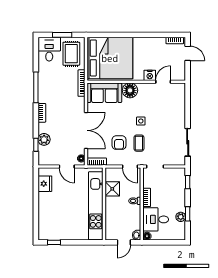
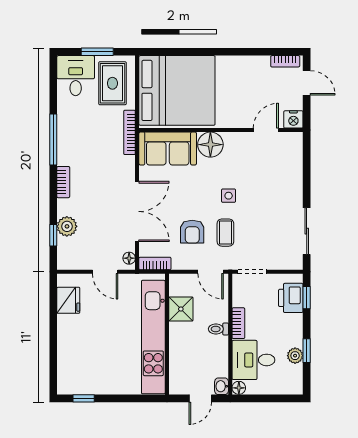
nightstand: (150, 75) -> (293, 119), moved
printer: (178, 182) -> (291, 298), added

